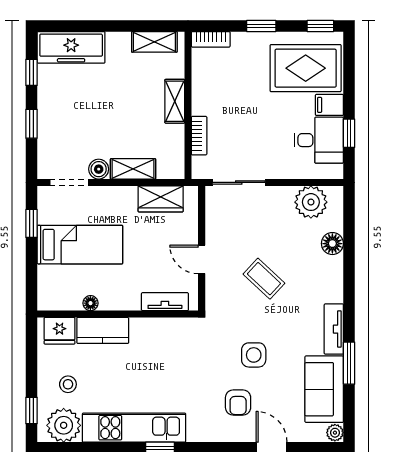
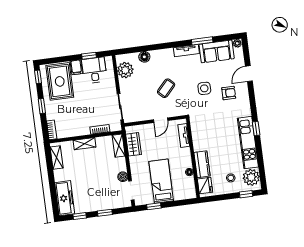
shelving: (133, 169) -> (119, 146), moved

